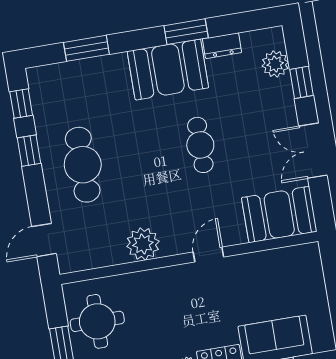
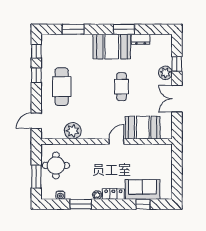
plant: (275, 64) -> (165, 73), moved
booth: (279, 215) -> (143, 128), moved
plant: (143, 244) -> (73, 131), moved

